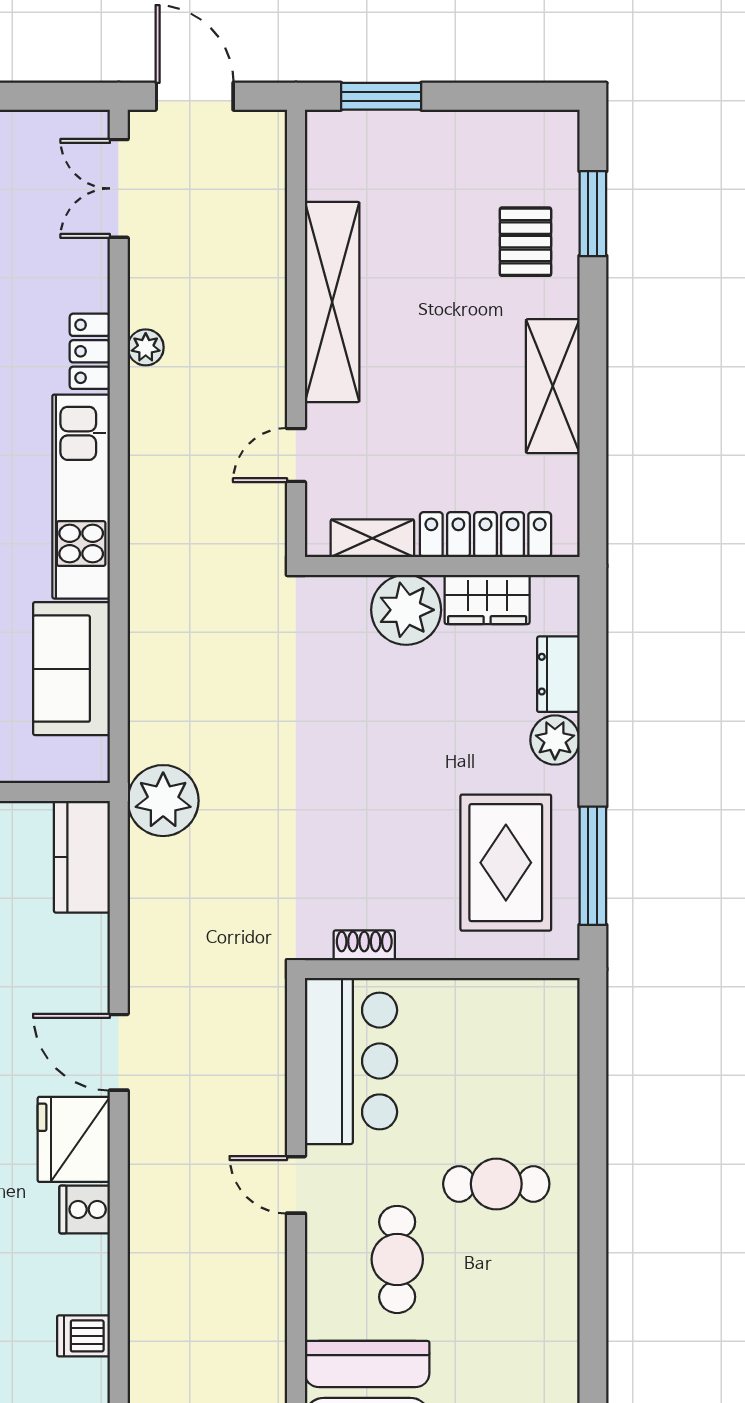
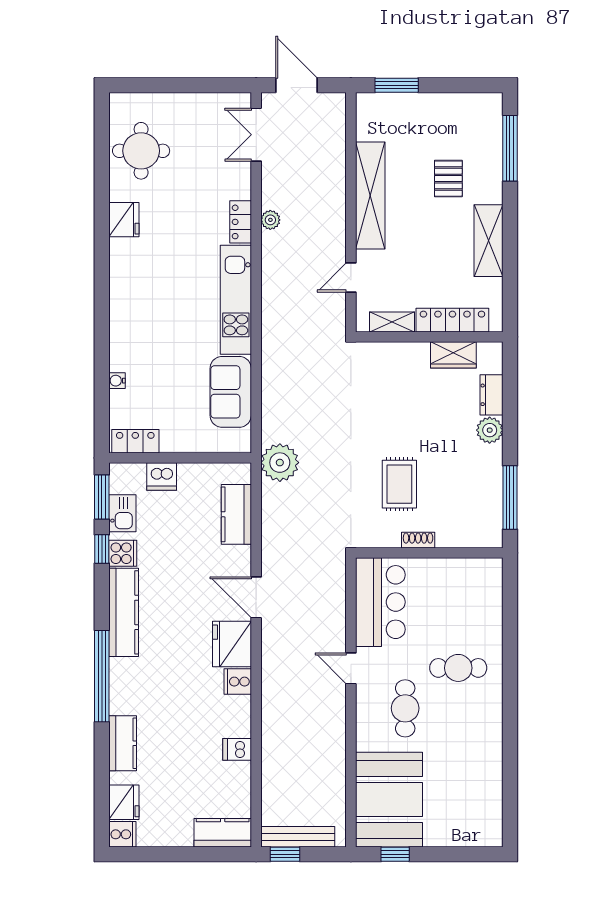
window: (593, 214) -> (510, 148), width x1.44
pallet: (525, 242) -> (448, 179), moved
plant: (406, 610) -> (410, 360), removed
kitchen counter: (82, 857) -> (236, 514), moved
rug: (506, 863) -> (399, 484), moved, width x0.73, depth x0.70
shoe rack: (364, 945) -> (418, 540), moved

